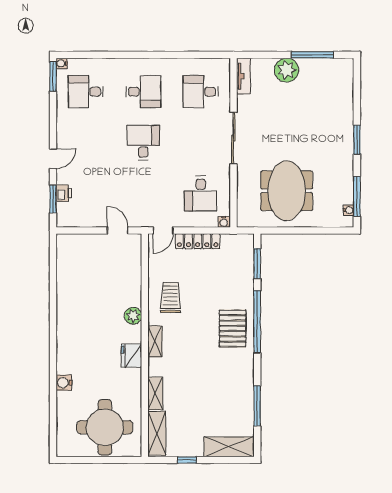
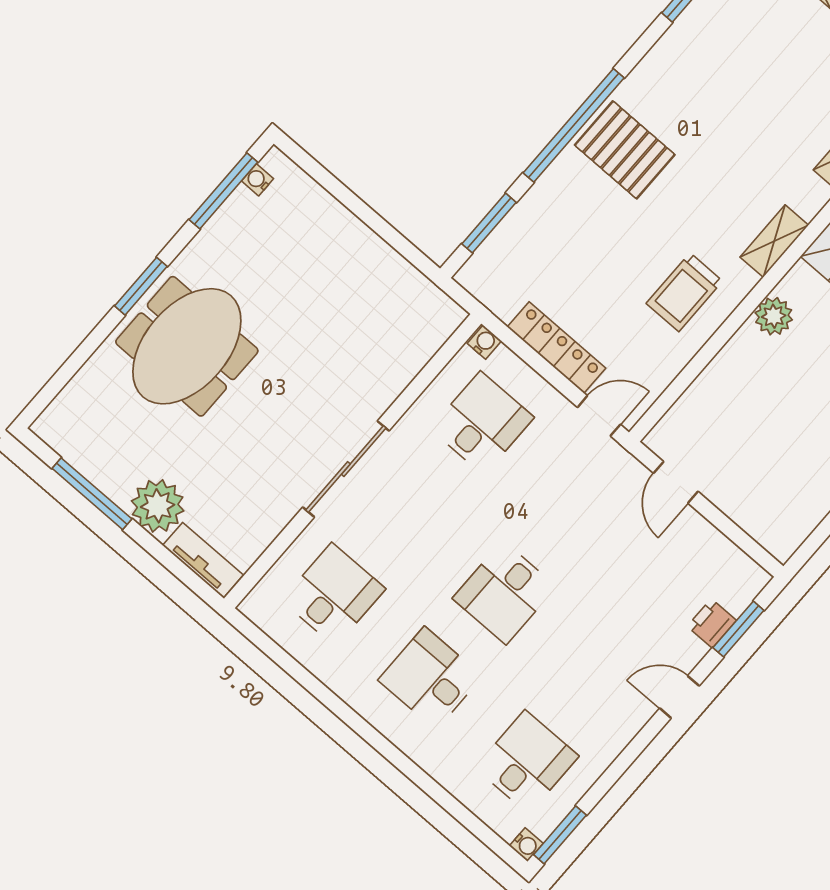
tv unit: (244, 76) -> (203, 560), moved, turned 90
desk: (86, 92) -> (527, 762), turned -90
desk: (201, 92) -> (334, 595), turned -90
meeting table: (287, 191) -> (187, 346), moved
pallet: (233, 328) -> (625, 150), turned 90

